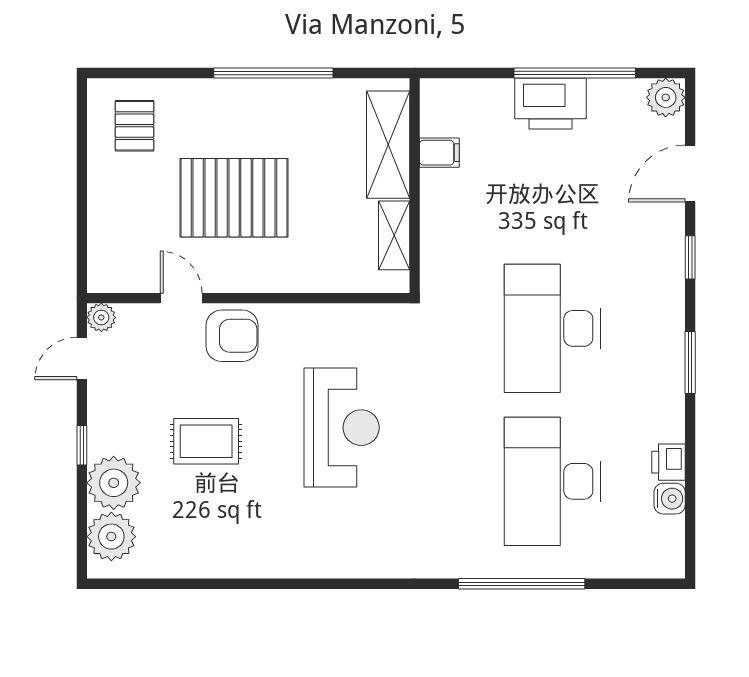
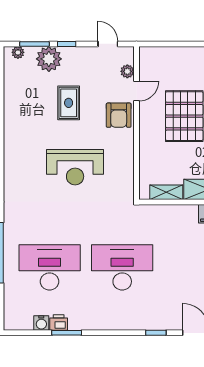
plant: (101, 317) -> (127, 71), moved
window: (690, 362) -> (67, 333), moved
window: (82, 513) -> (34, 44), added
plant: (111, 537) -> (18, 52), width x0.53, depth x0.53

